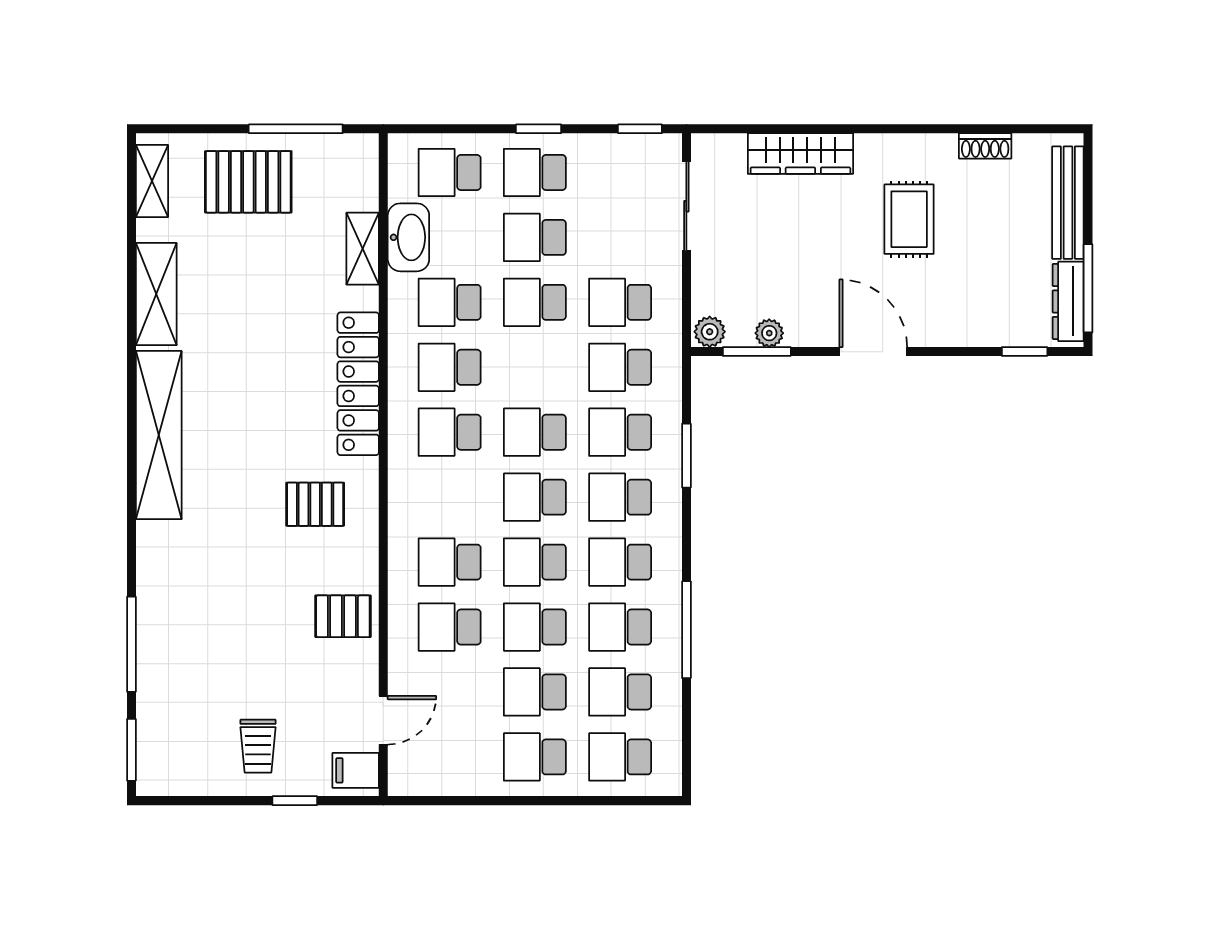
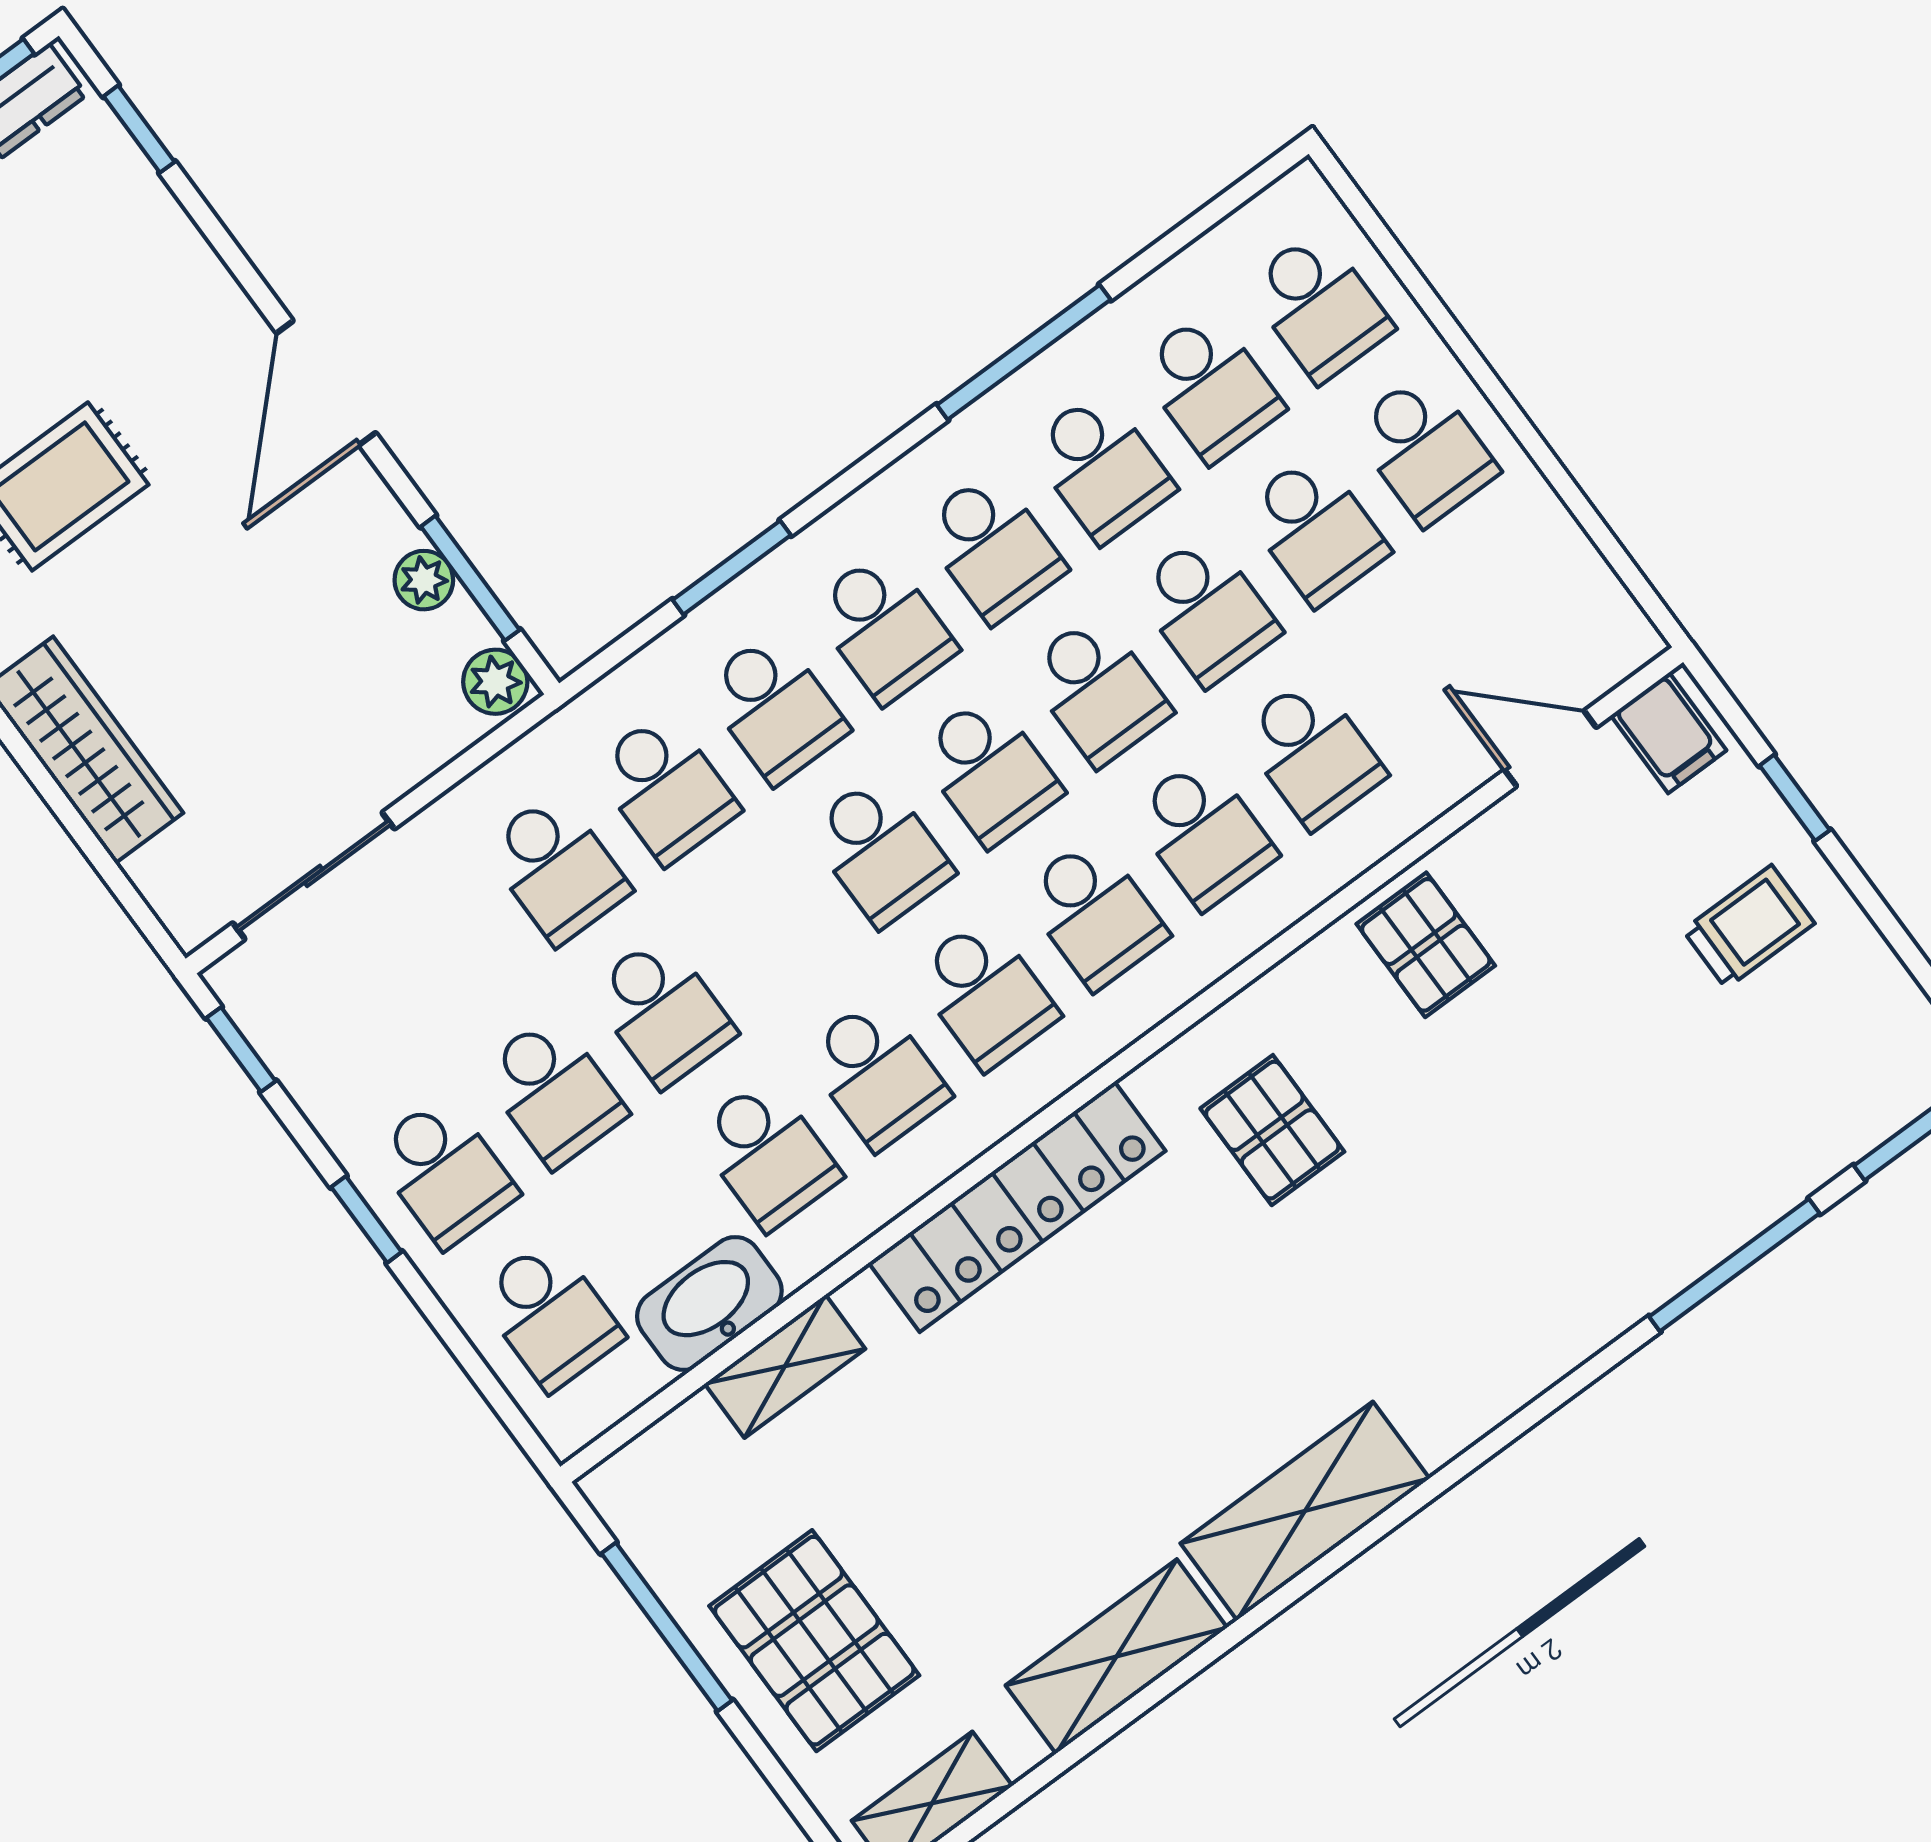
shelving: (159, 435) -> (1305, 1511), width x0.68
school desk: (450, 497) -> (1094, 913), added

